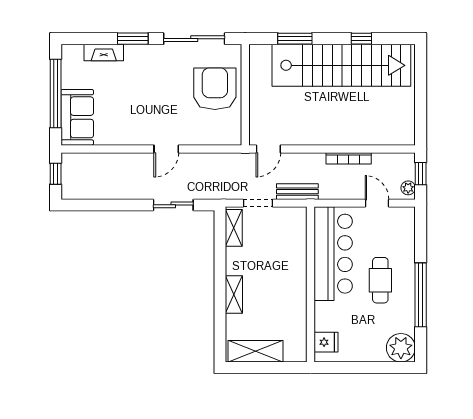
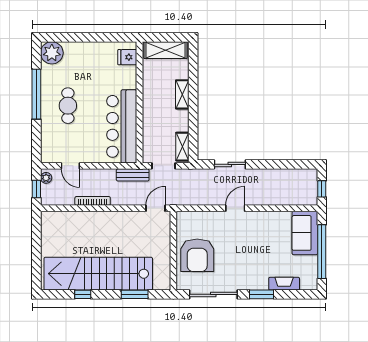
bar counter: (333, 254) -> (122, 126), moved
wall: (310, 284) -> (139, 102), moved
fridge: (326, 342) -> (127, 57), moved

